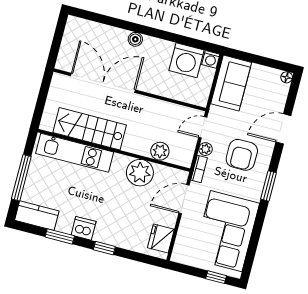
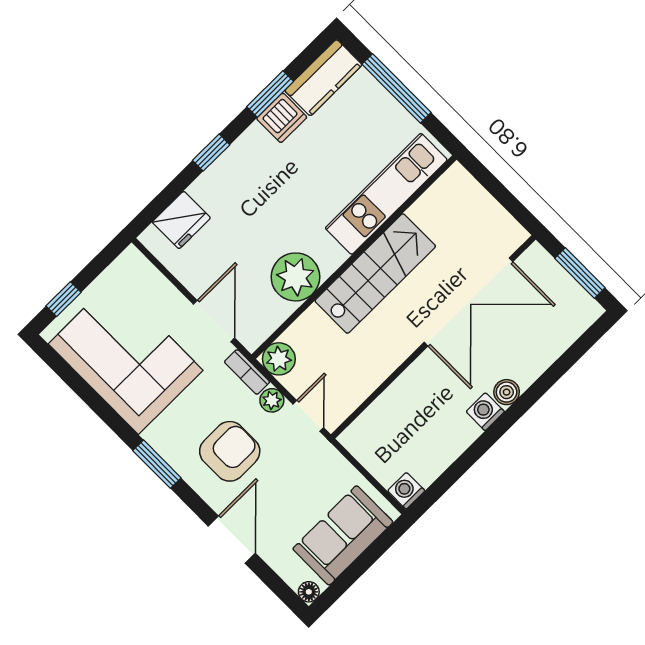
window: (58, 38) -> (580, 273), added
washing machine: (187, 60) -> (485, 412), moved, width x0.53, depth x0.53
sofa: (231, 83) -> (343, 535), moved, turned 90
stairs: (90, 129) -> (375, 274), moved
plant: (160, 151) -> (279, 359), moved
armchair: (242, 155) -> (230, 451), turned 90
dishwasher: (84, 228) -> (282, 118), moved
fridge: (161, 238) -> (181, 220), moved, turned 90

